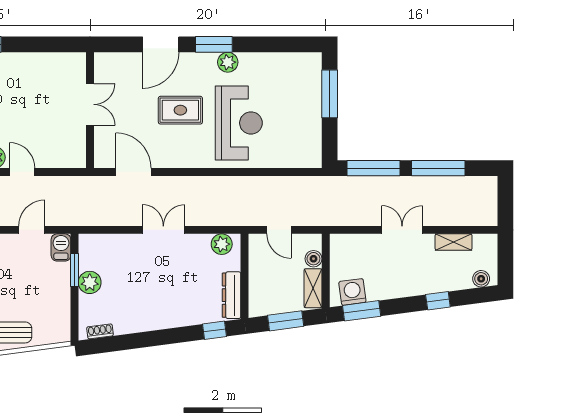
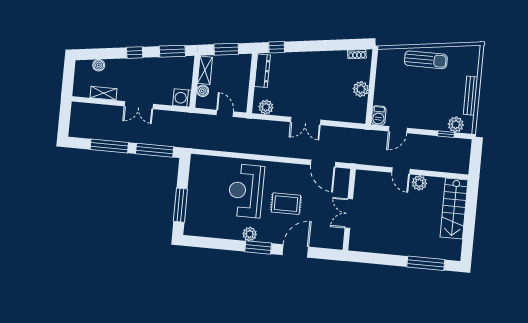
window: (75, 270) -> (371, 99), removed
boiler: (481, 279) -> (99, 65), moved
washing machine: (352, 292) -> (182, 98), moved, turned 98
window: (438, 301) -> (135, 53), moved

